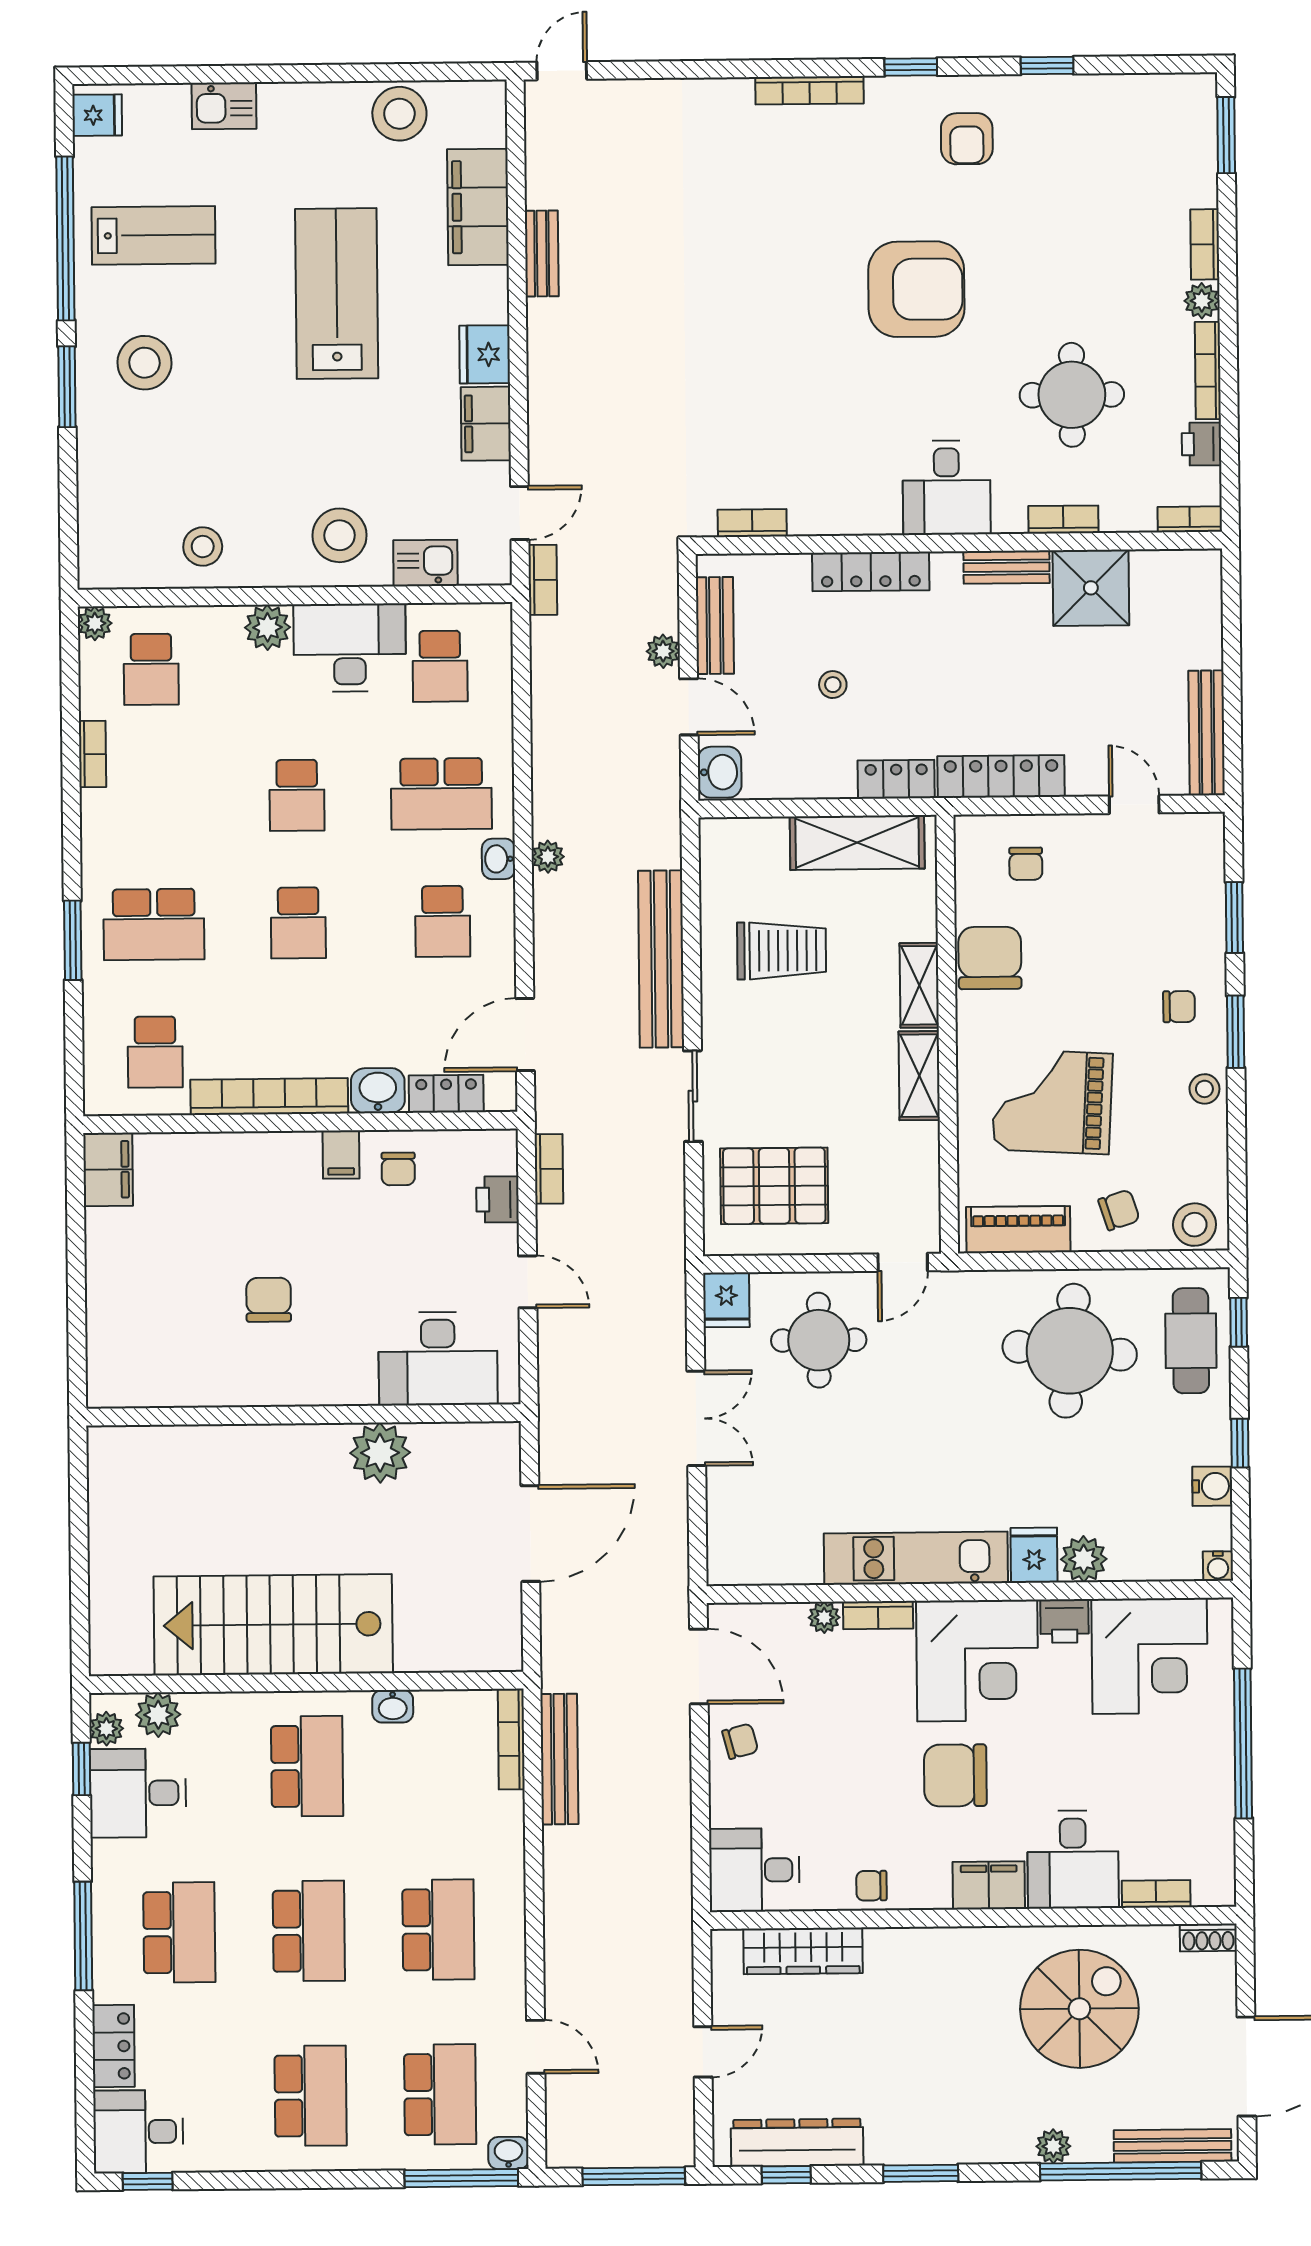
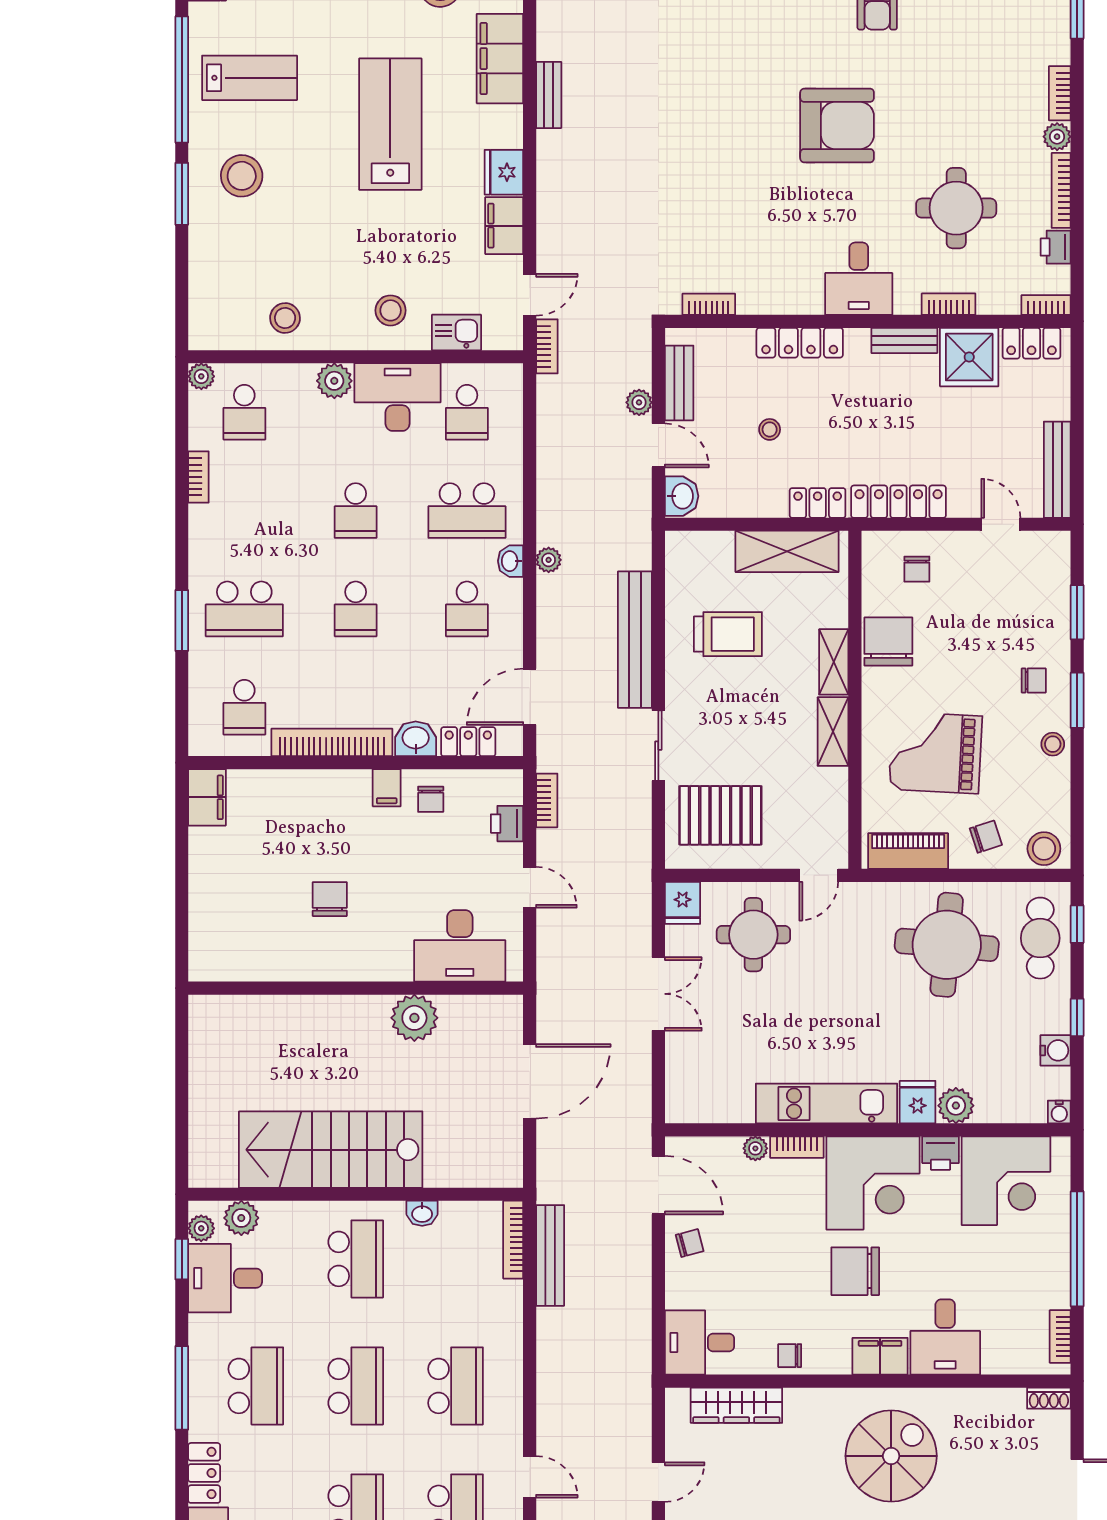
stool: (340, 535) -> (391, 310), width x0.73, depth x0.73
locker: (1171, 569) -> (1031, 343), added
bookcase: (1156, 1894) -> (1060, 1336), moved, turned -90
spiral stairs: (1079, 2009) -> (891, 1456), moved

